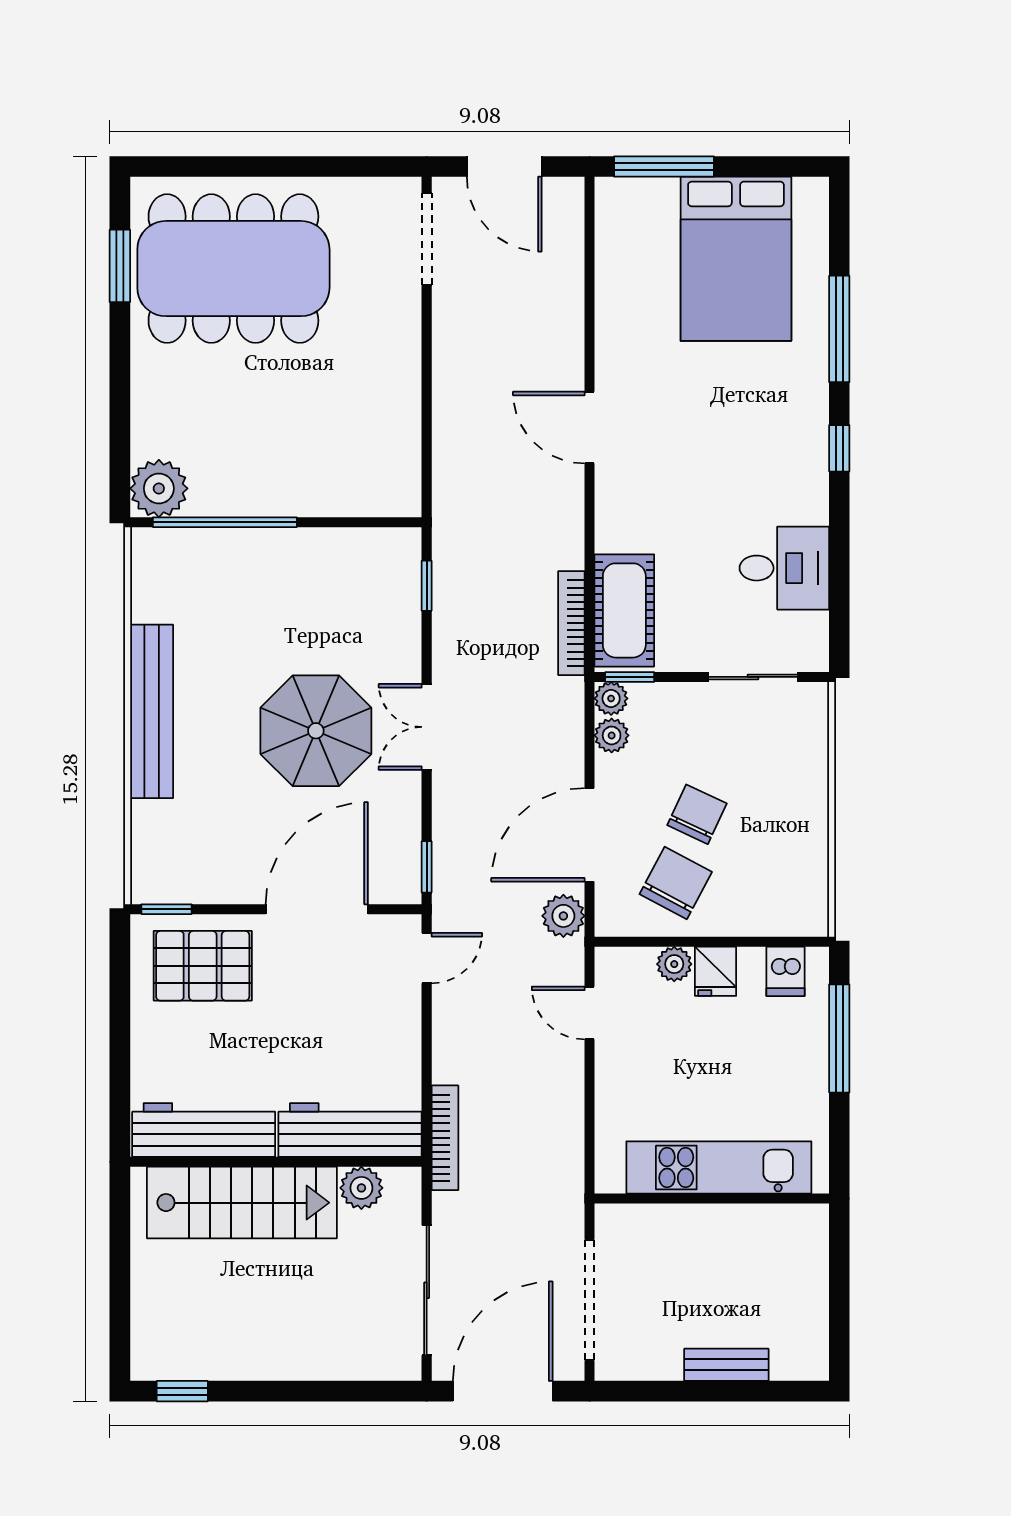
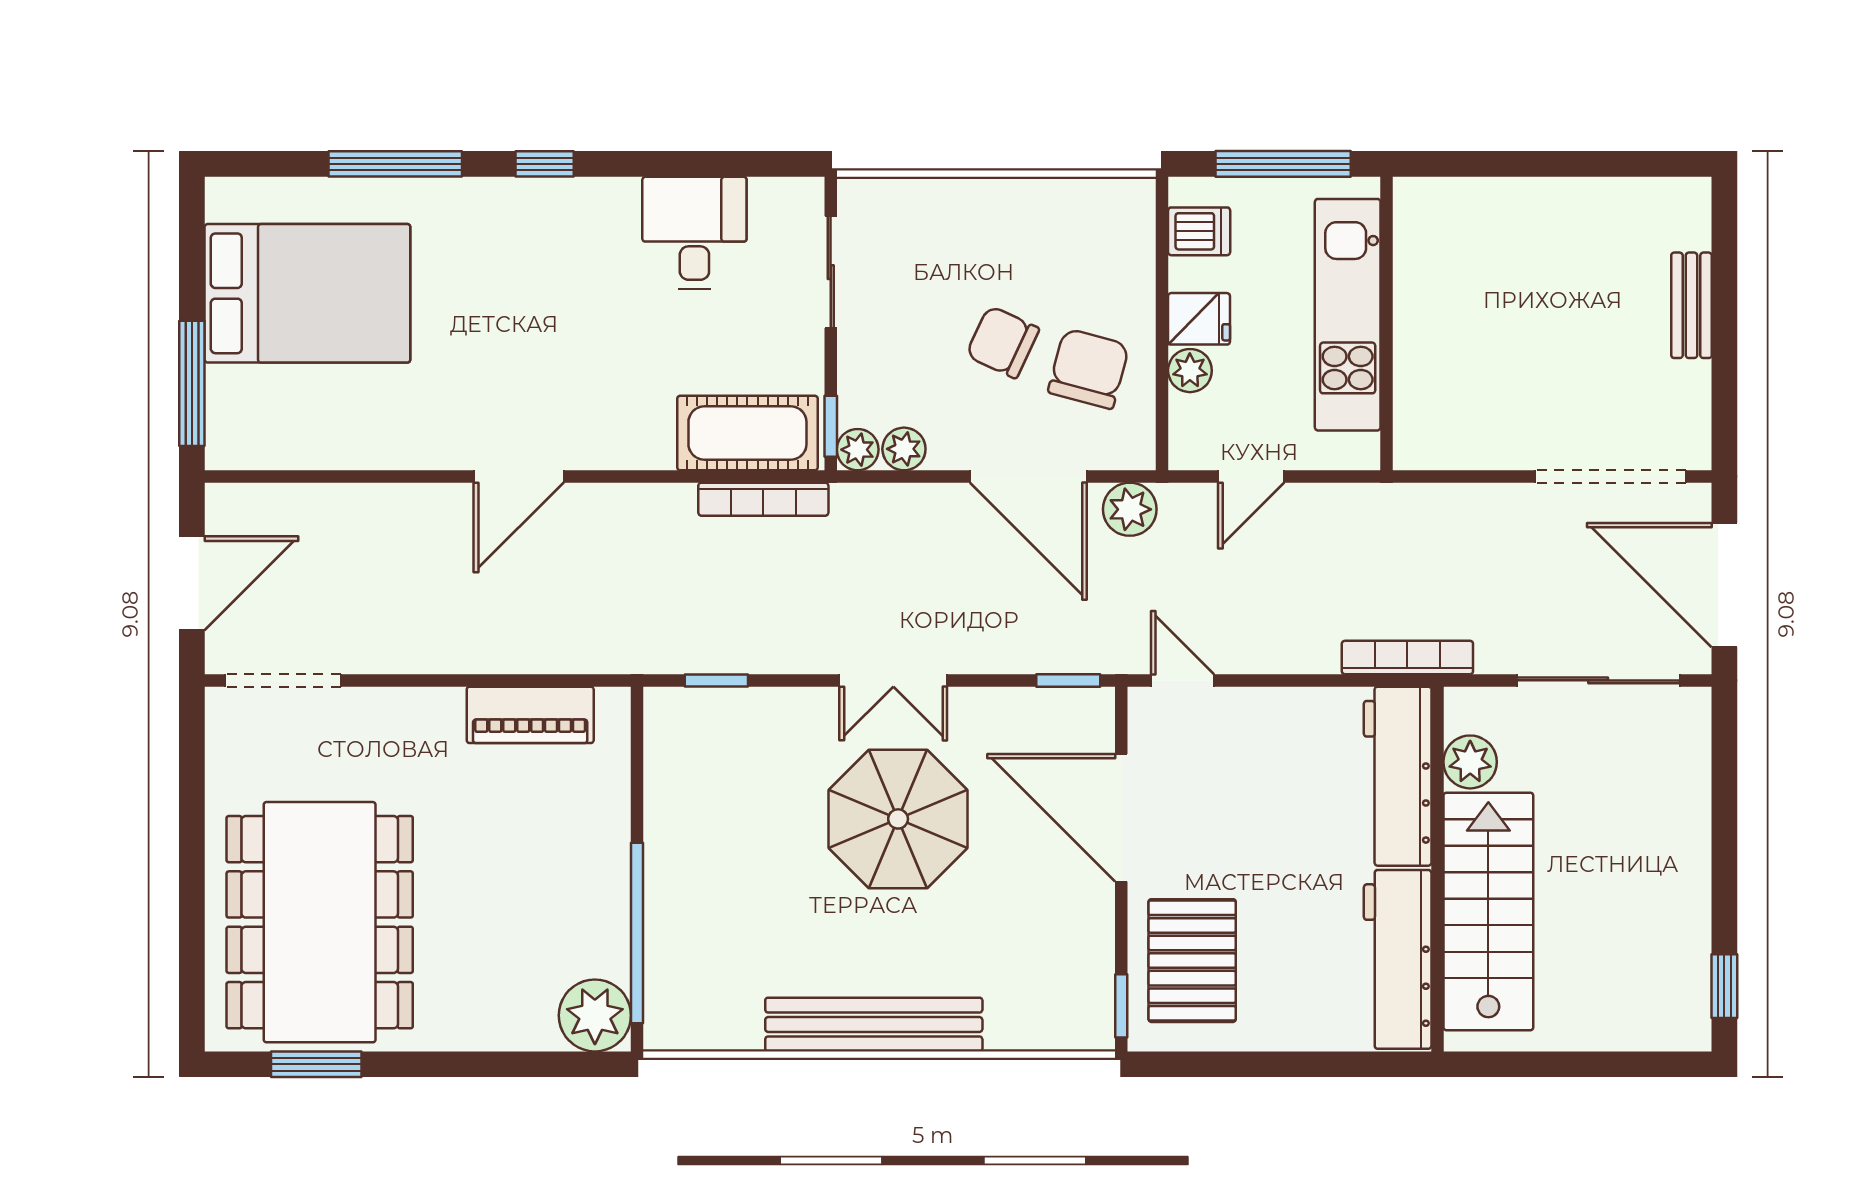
piano: (399, 437) -> (530, 715), added
chair: (676, 883) -> (1089, 369), turned 77
kitchen unit: (719, 1167) -> (1348, 315), moved
wall: (712, 1198) -> (1386, 324), moved

